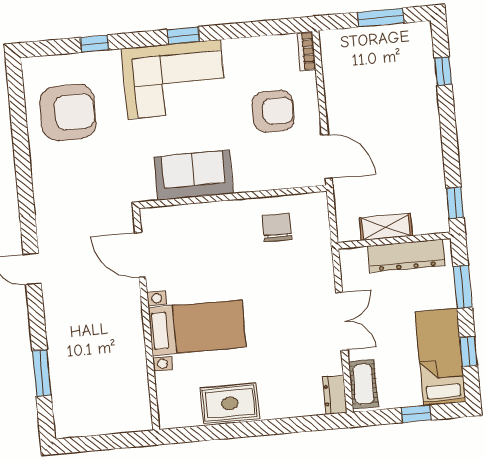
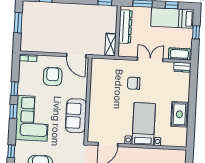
window: (234, 31) -> (15, 89), added
door: (327, 157) -> (76, 56), swing flipped
shelving: (386, 227) -> (111, 45), moved
chair: (277, 228) -> (134, 83), moved

